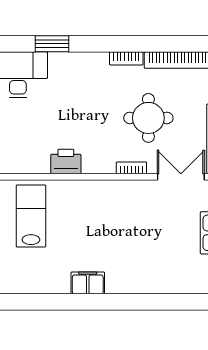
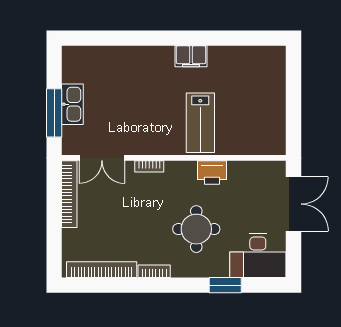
round table: (148, 118) -> (196, 229), moved
lab bench: (31, 216) -> (200, 123), moved

